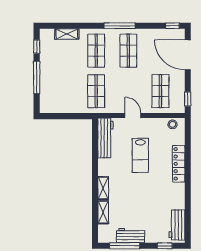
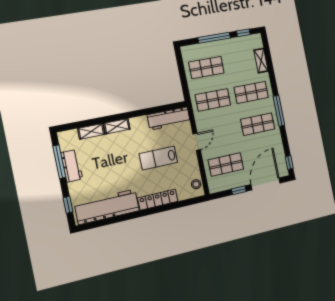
shop shelf: (64, 91) -> (206, 68), added
window: (188, 99) -> (239, 190), moved
workbench: (177, 225) -> (107, 207), width x1.88, depth x1.32

